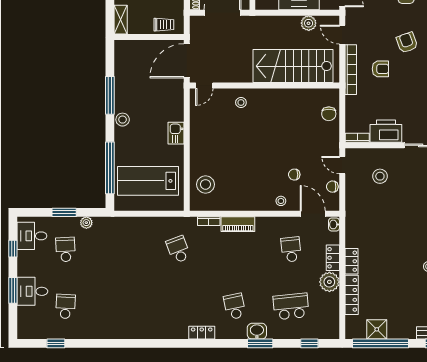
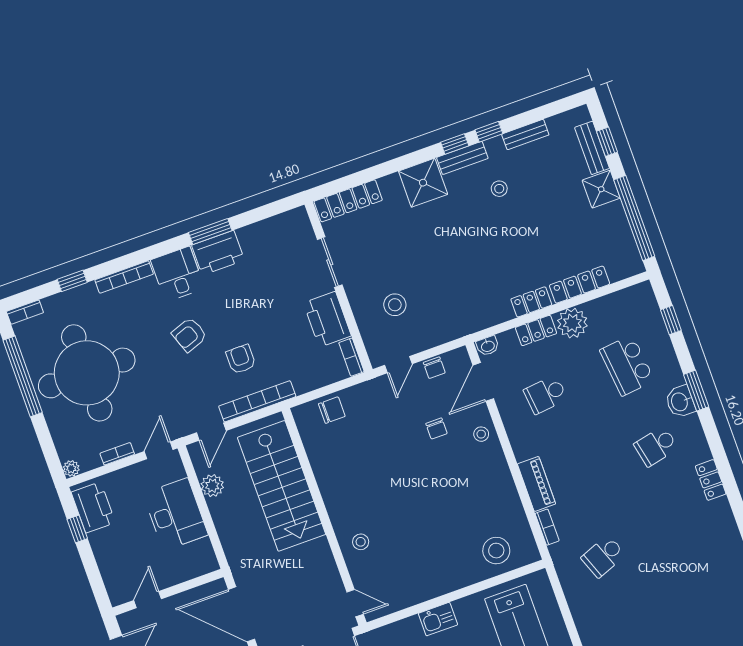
shower: (377, 329) -> (601, 189), moved

